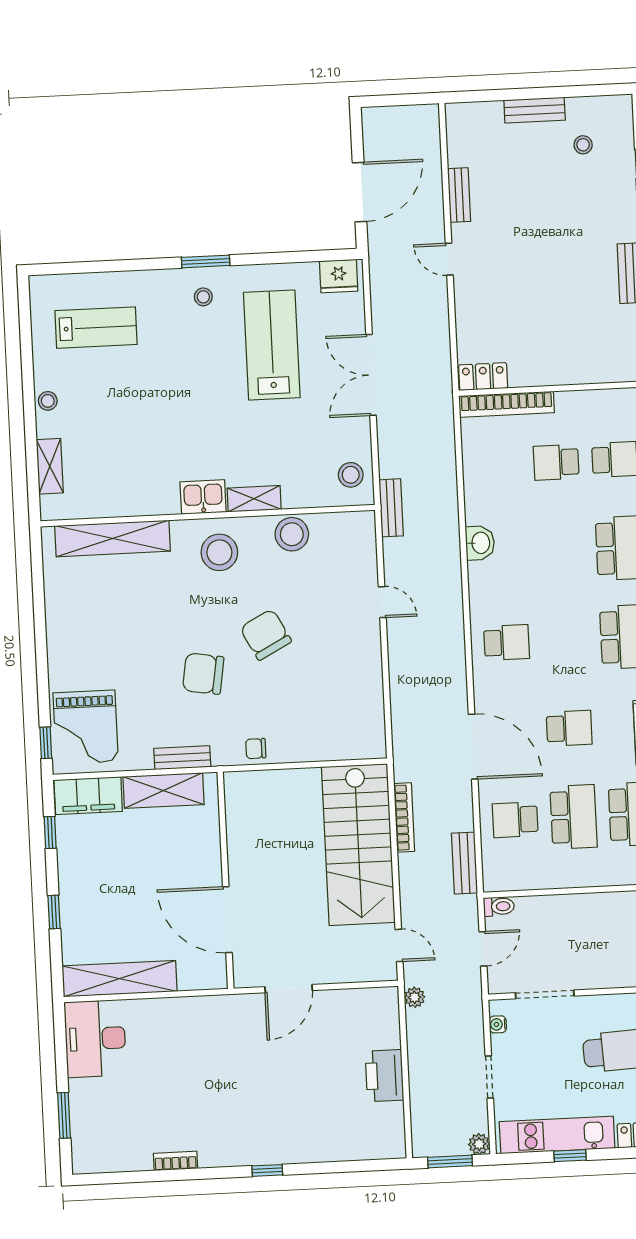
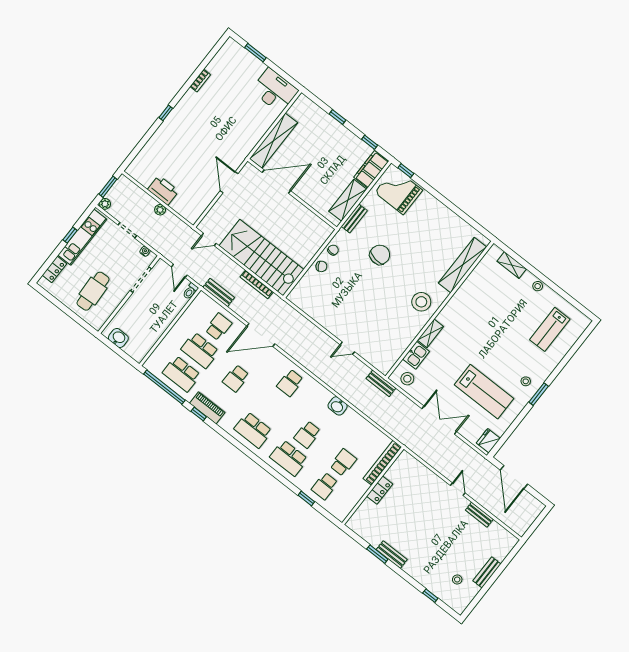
door: (449, 259) -> (458, 489), hinge flipped
locker: (483, 377) -> (380, 490), moved
kitchen sink: (203, 497) -> (416, 355), moved
stool: (292, 534) -> (404, 336), removed
school desk: (561, 551) -> (307, 434), added
chair: (266, 635) -> (321, 266), moved, width x0.54, depth x0.54
shelving: (119, 979) -> (274, 141), moved
plant: (415, 997) -> (160, 210), moved

